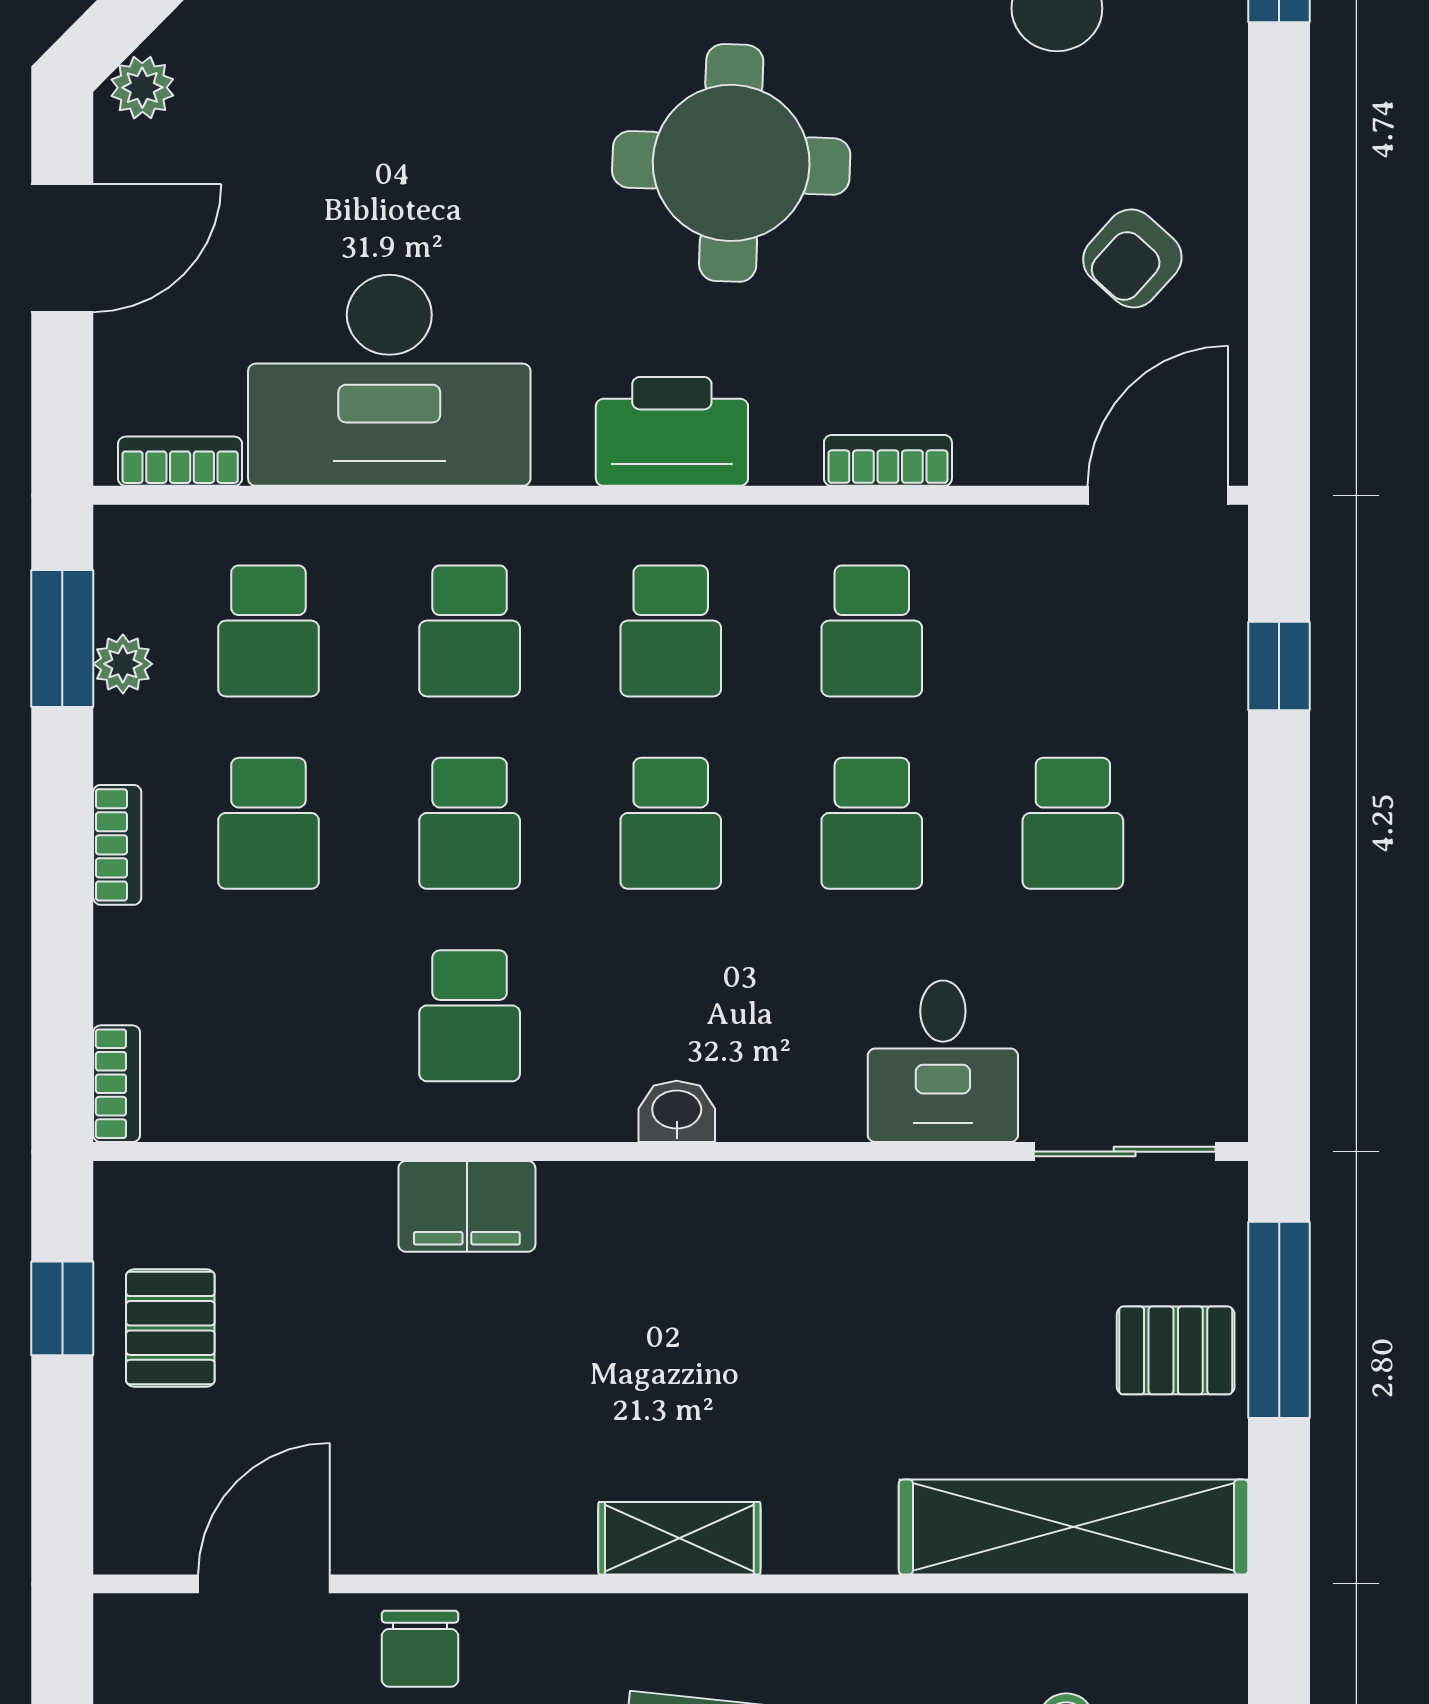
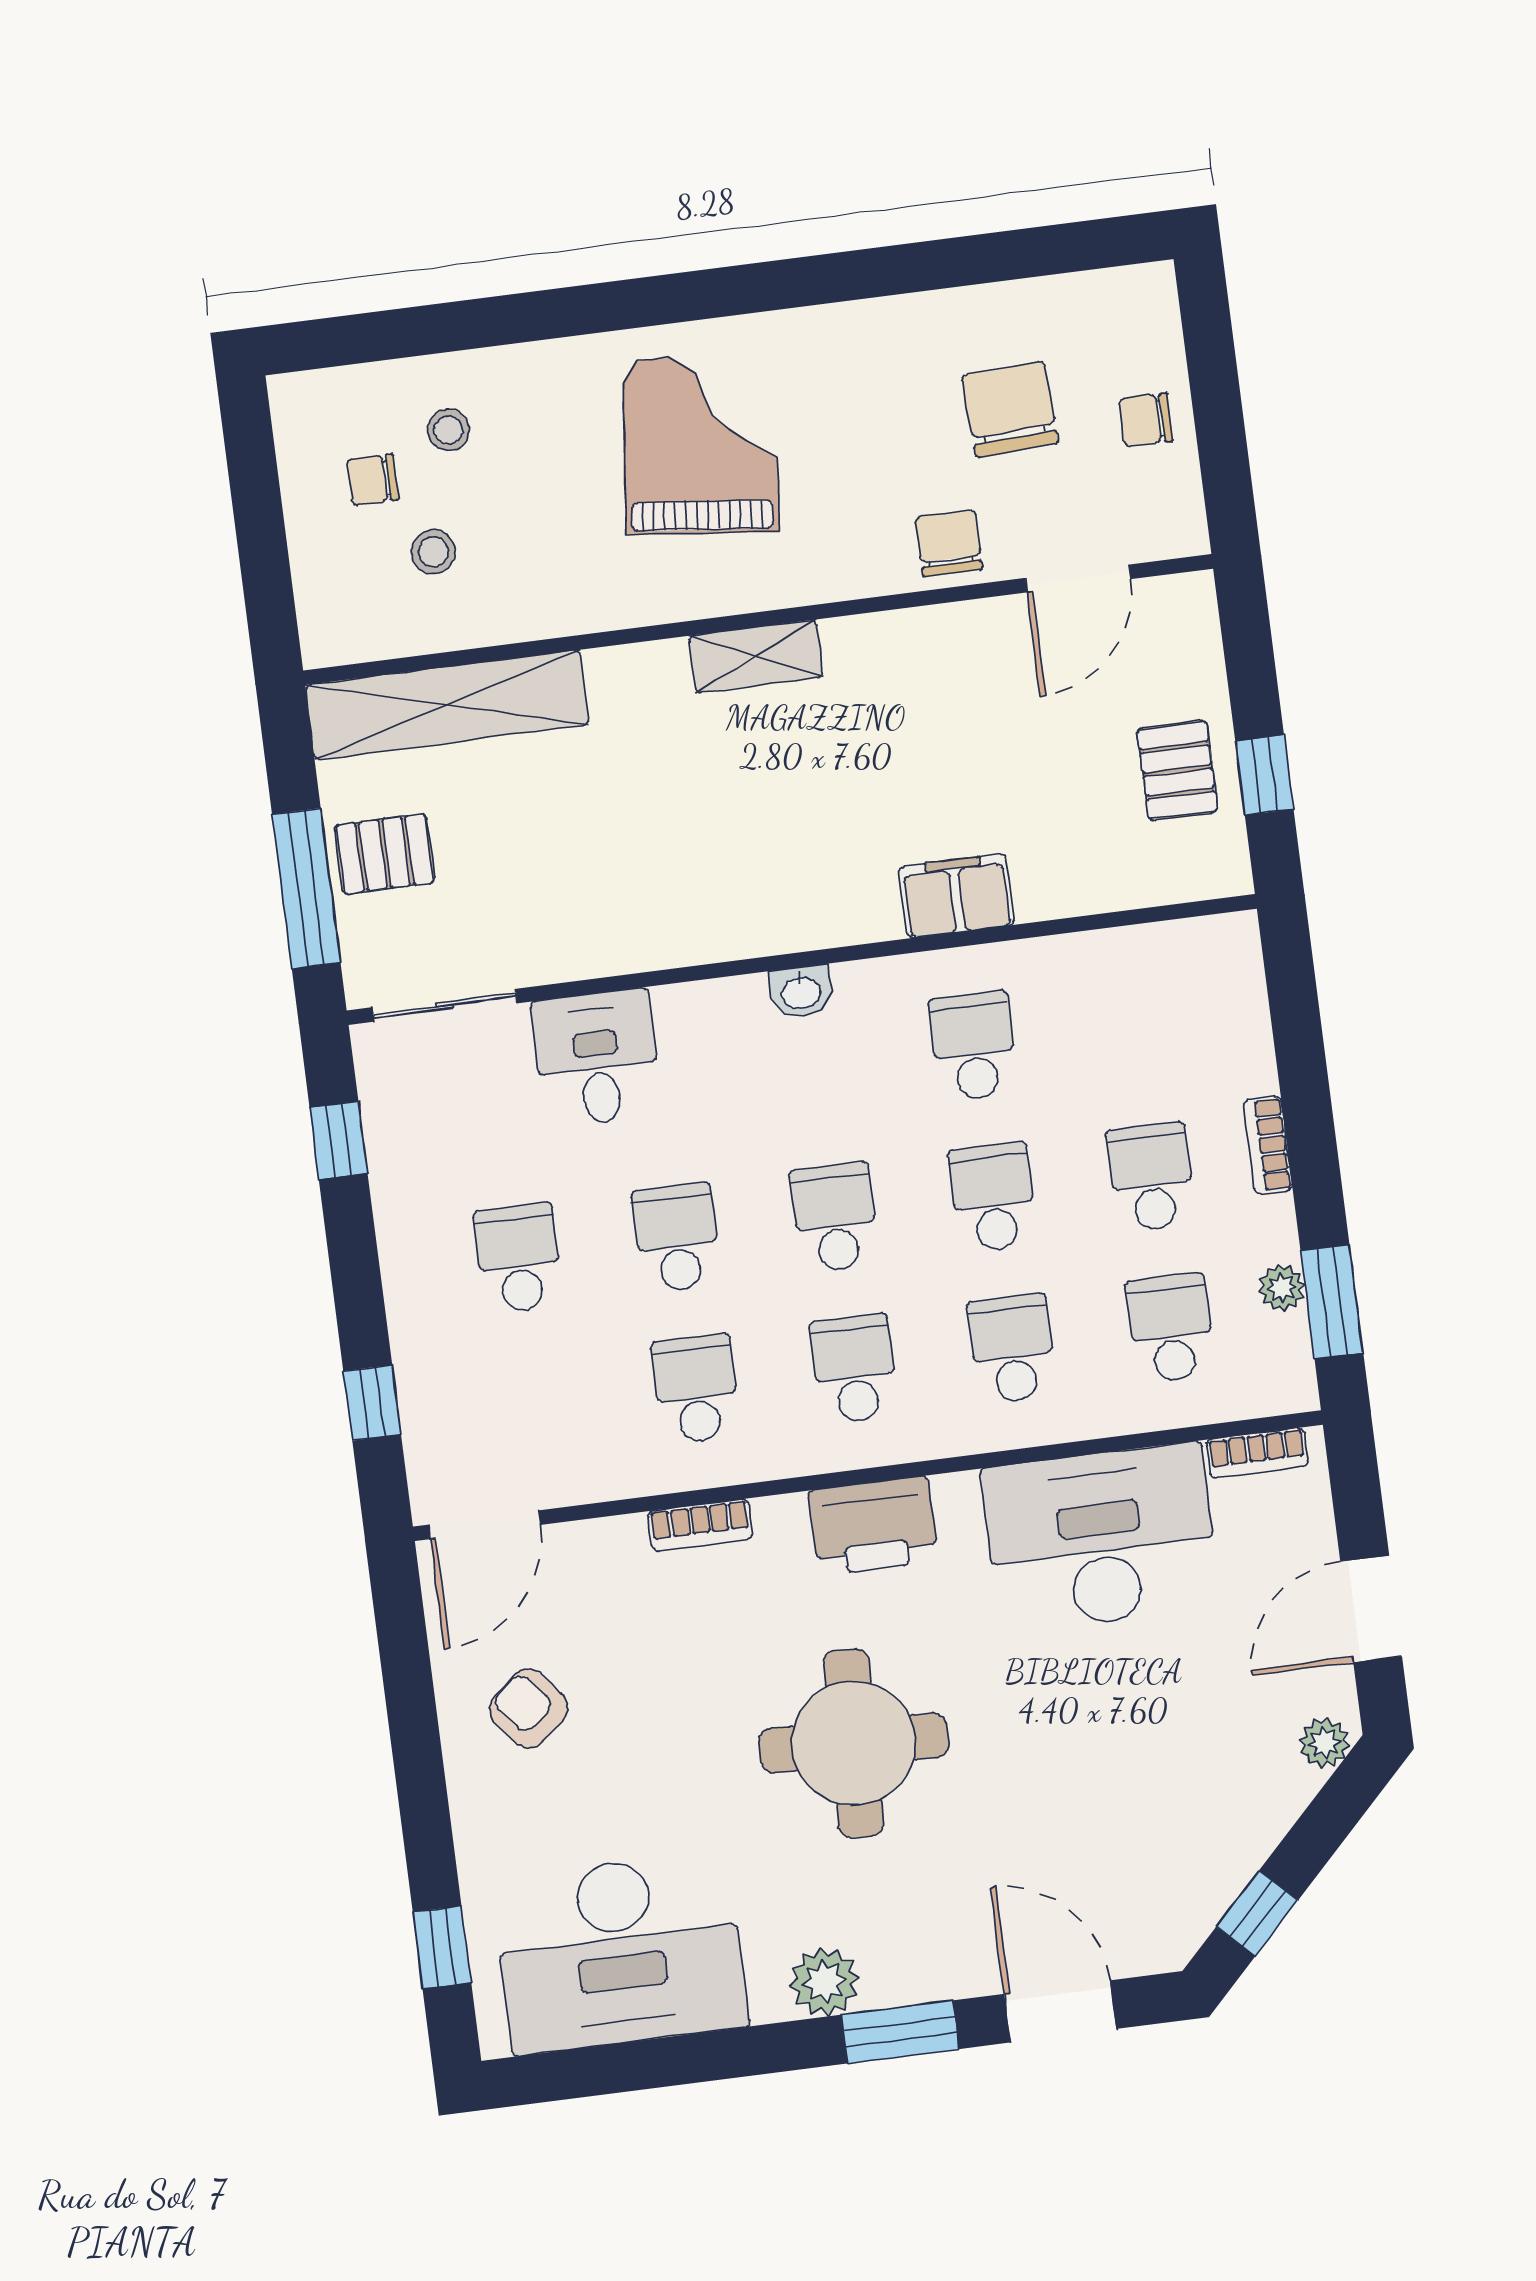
armchair: (1132, 258) -> (529, 1708), turned -82
window: (1279, 1000) -> (339, 1140), added
bookcase: (117, 1084) -> (1244, 957), removed

